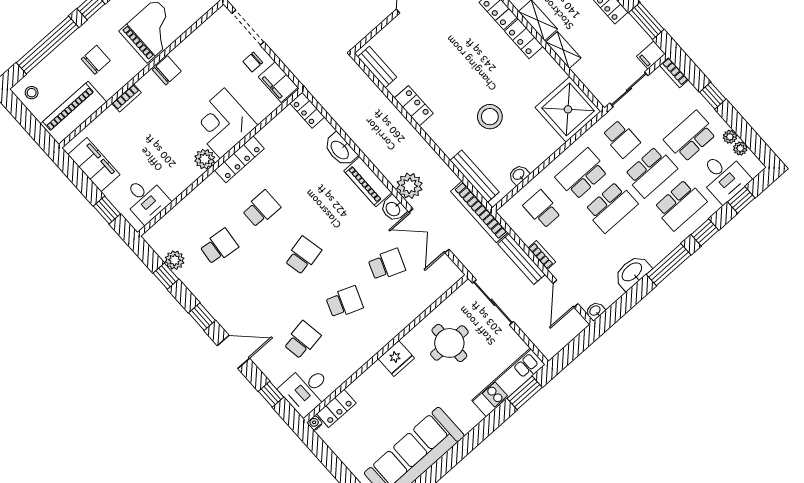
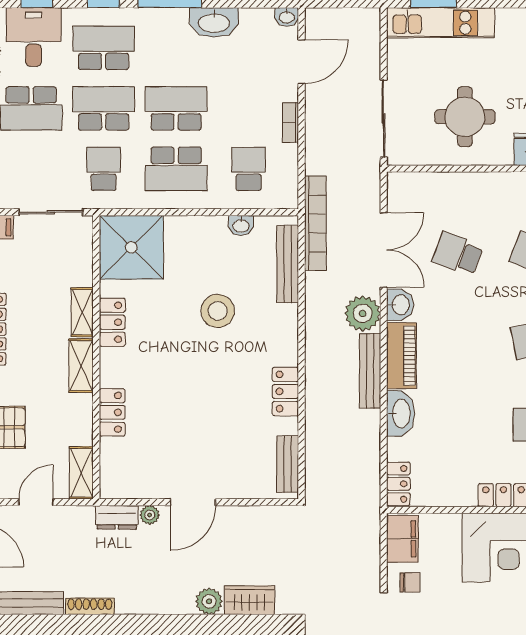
locker: (524, 39) -> (112, 322), moved
school desk: (542, 209) -> (249, 169), turned 180
bench: (522, 259) -> (370, 371), moved

